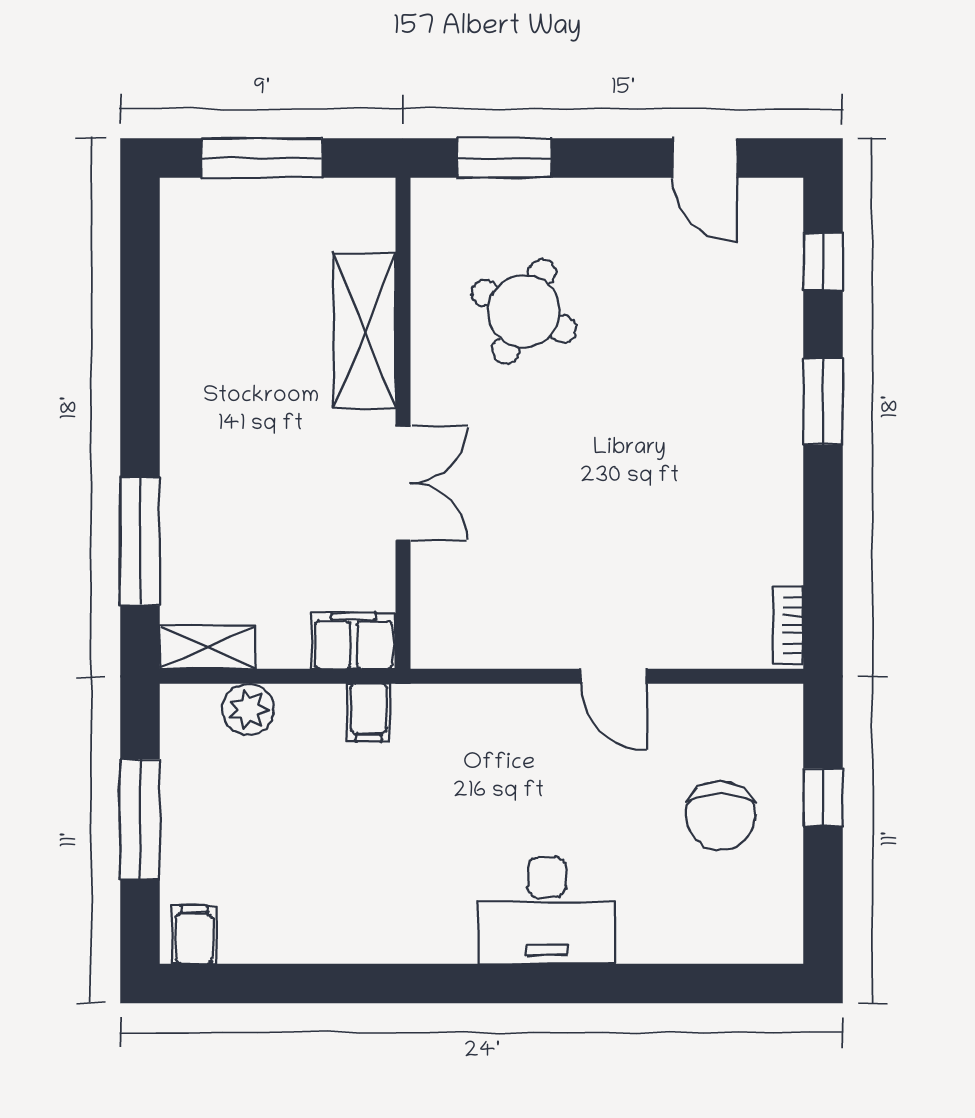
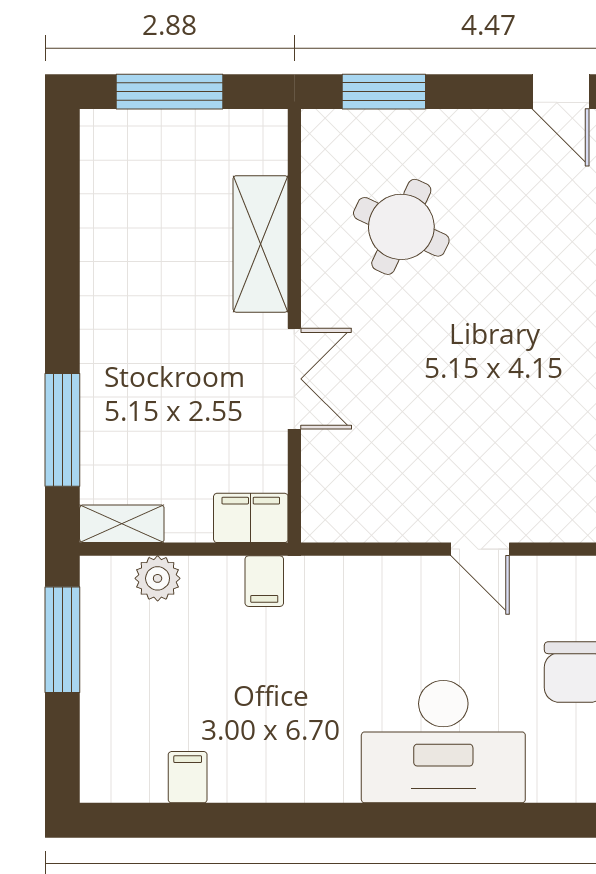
window: (140, 819) -> (62, 640), moved
desk: (547, 910) -> (443, 742), width x1.36, depth x1.30
filing cabinet: (194, 935) -> (188, 777), moved

